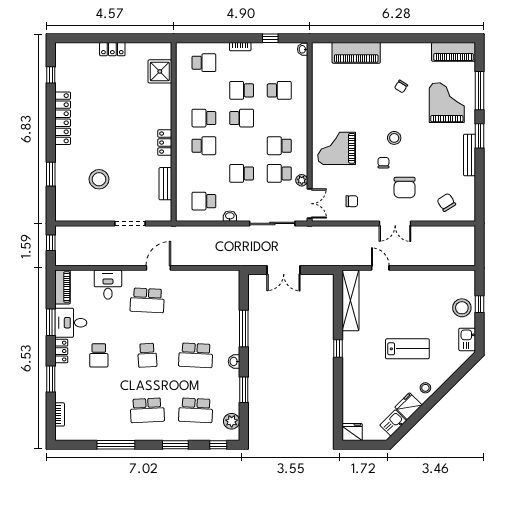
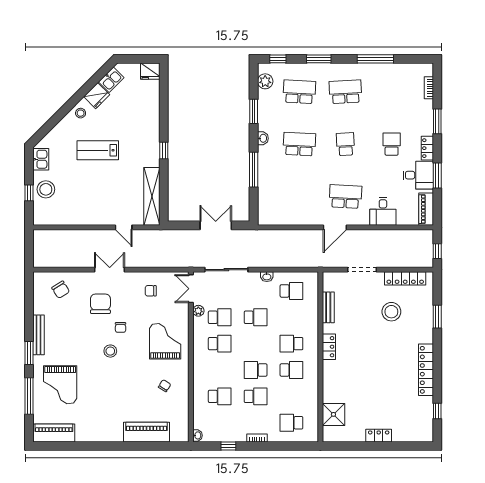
chair: (401, 86) -> (165, 386), moved
school desk: (279, 90) -> (220, 396), turned 180
grand piano: (337, 148) -> (165, 341), turned -90
locker: (84, 214) -> (405, 278), added

